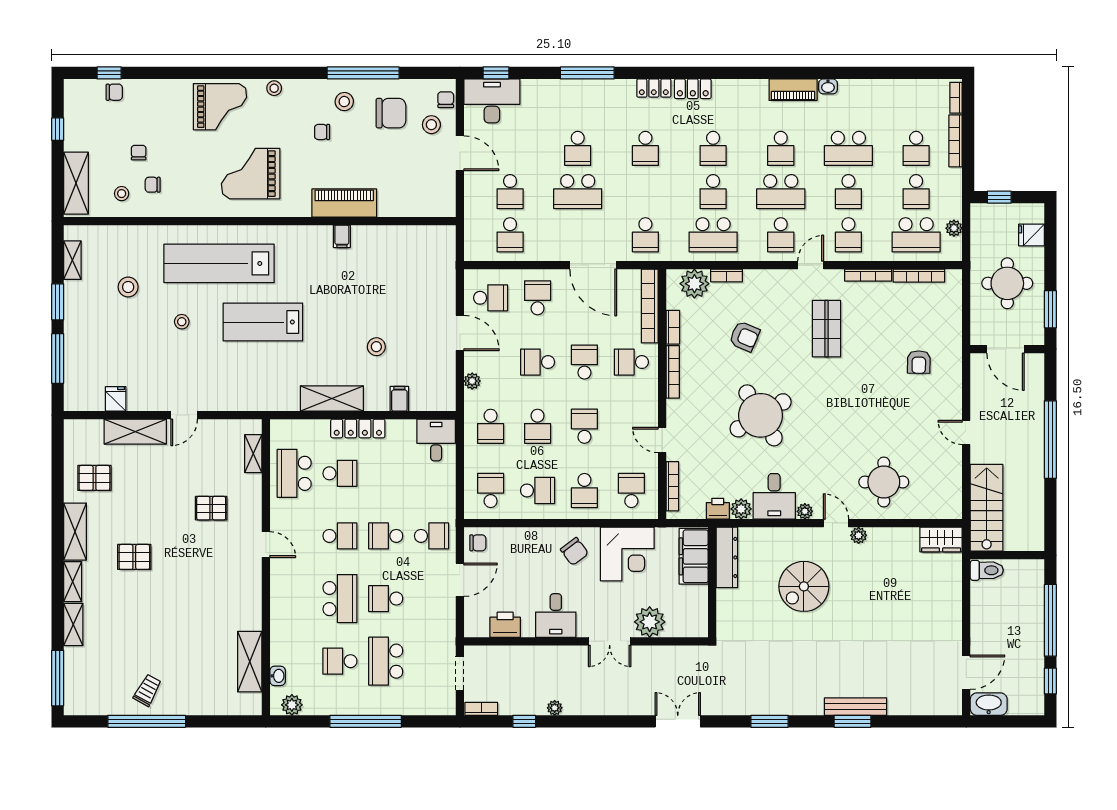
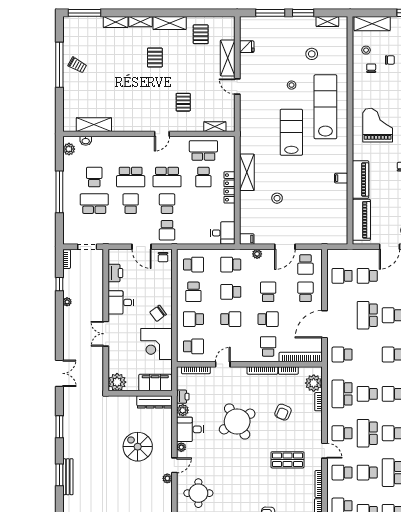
piano: (414, 202) -> (361, 220), added
school desk: (538, 298) -> (305, 292), turned -90
filing cabinet: (399, 399) -> (247, 239), moved
school desk: (340, 536) -> (167, 177), width x1.85
plant: (650, 622) -> (117, 382), moved

